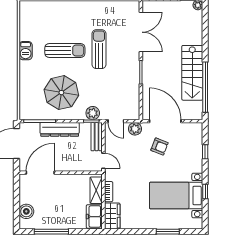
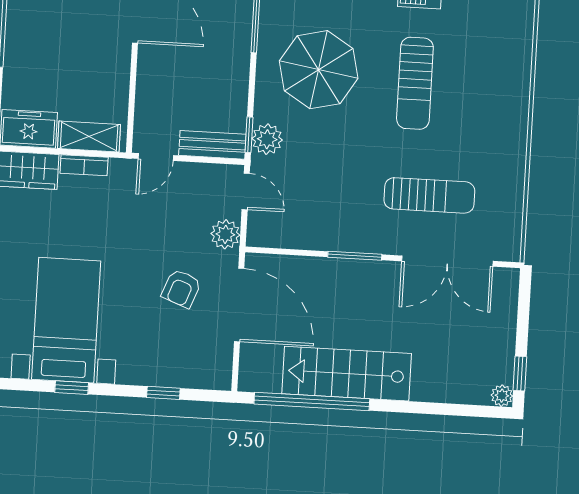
sun lounger: (99, 49) -> (429, 195), moved
door: (116, 121) -> (246, 191), swing flipped
door: (165, 121) -> (239, 305), hinge flipped
dresser: (60, 129) -> (234, 61), removed

